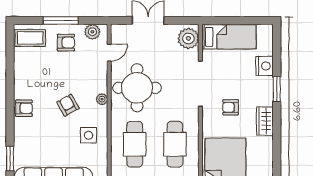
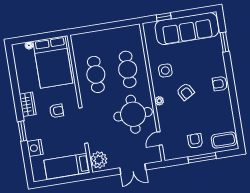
plant: (92, 32) -> (176, 153), removed
armchair: (66, 43) -> (195, 141), turned 90

